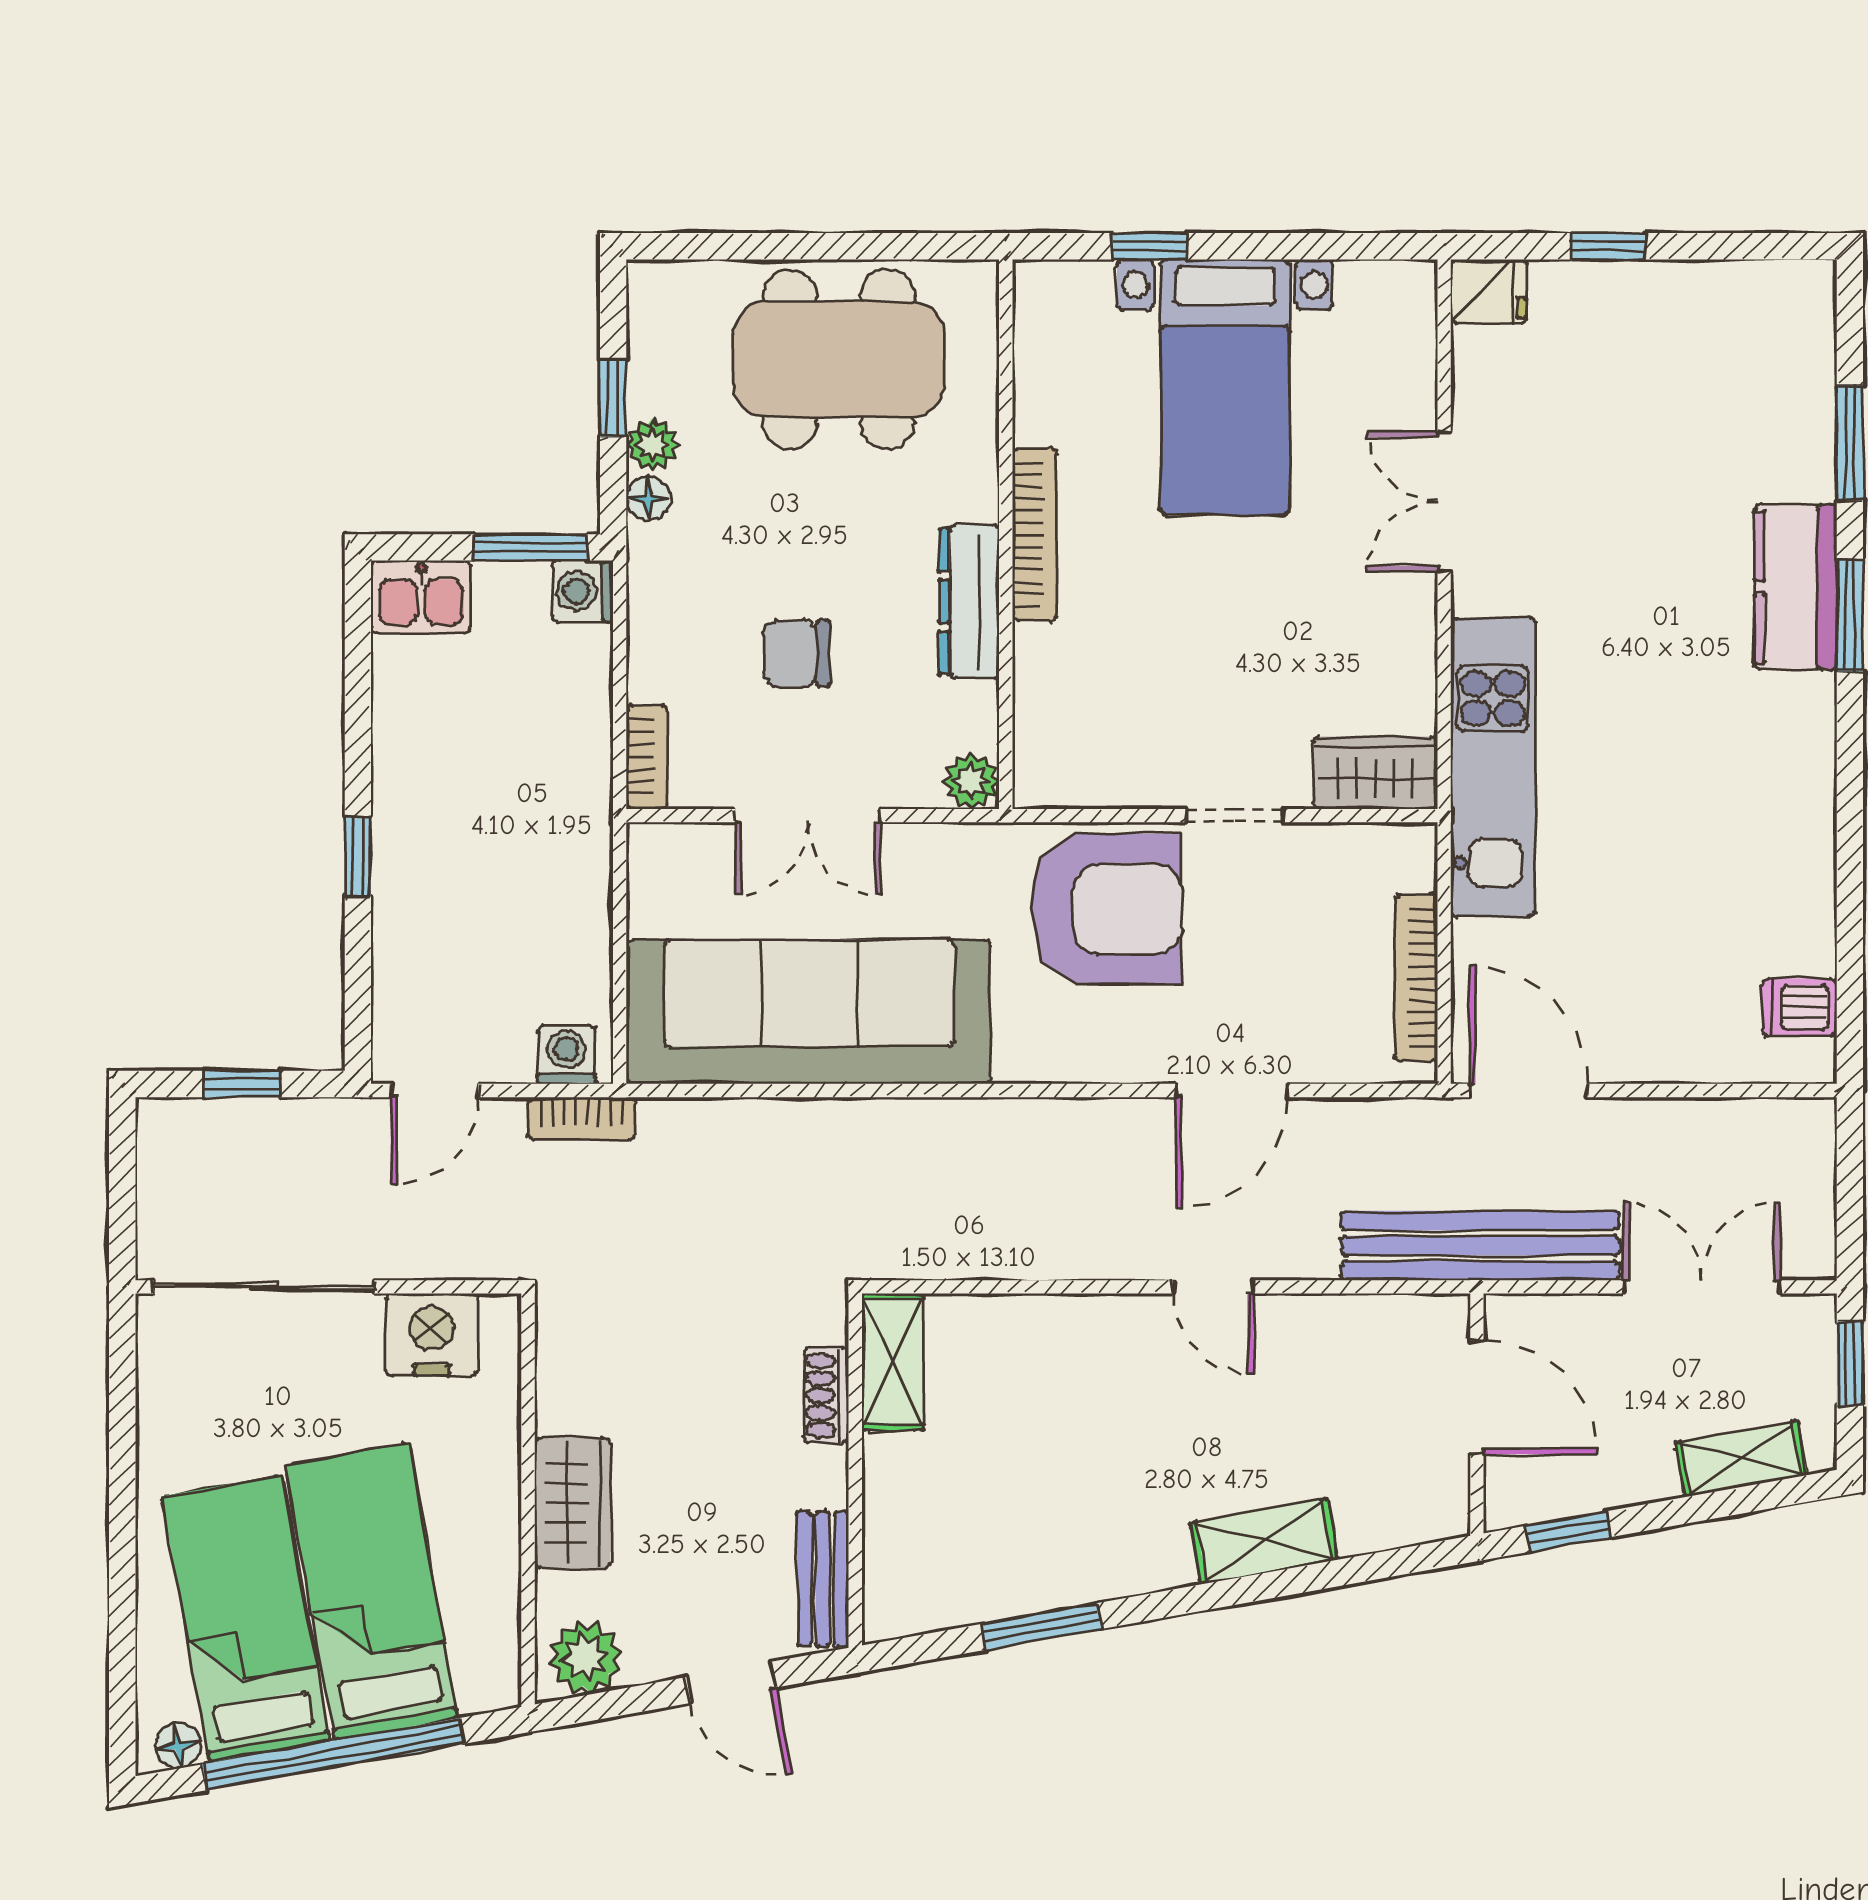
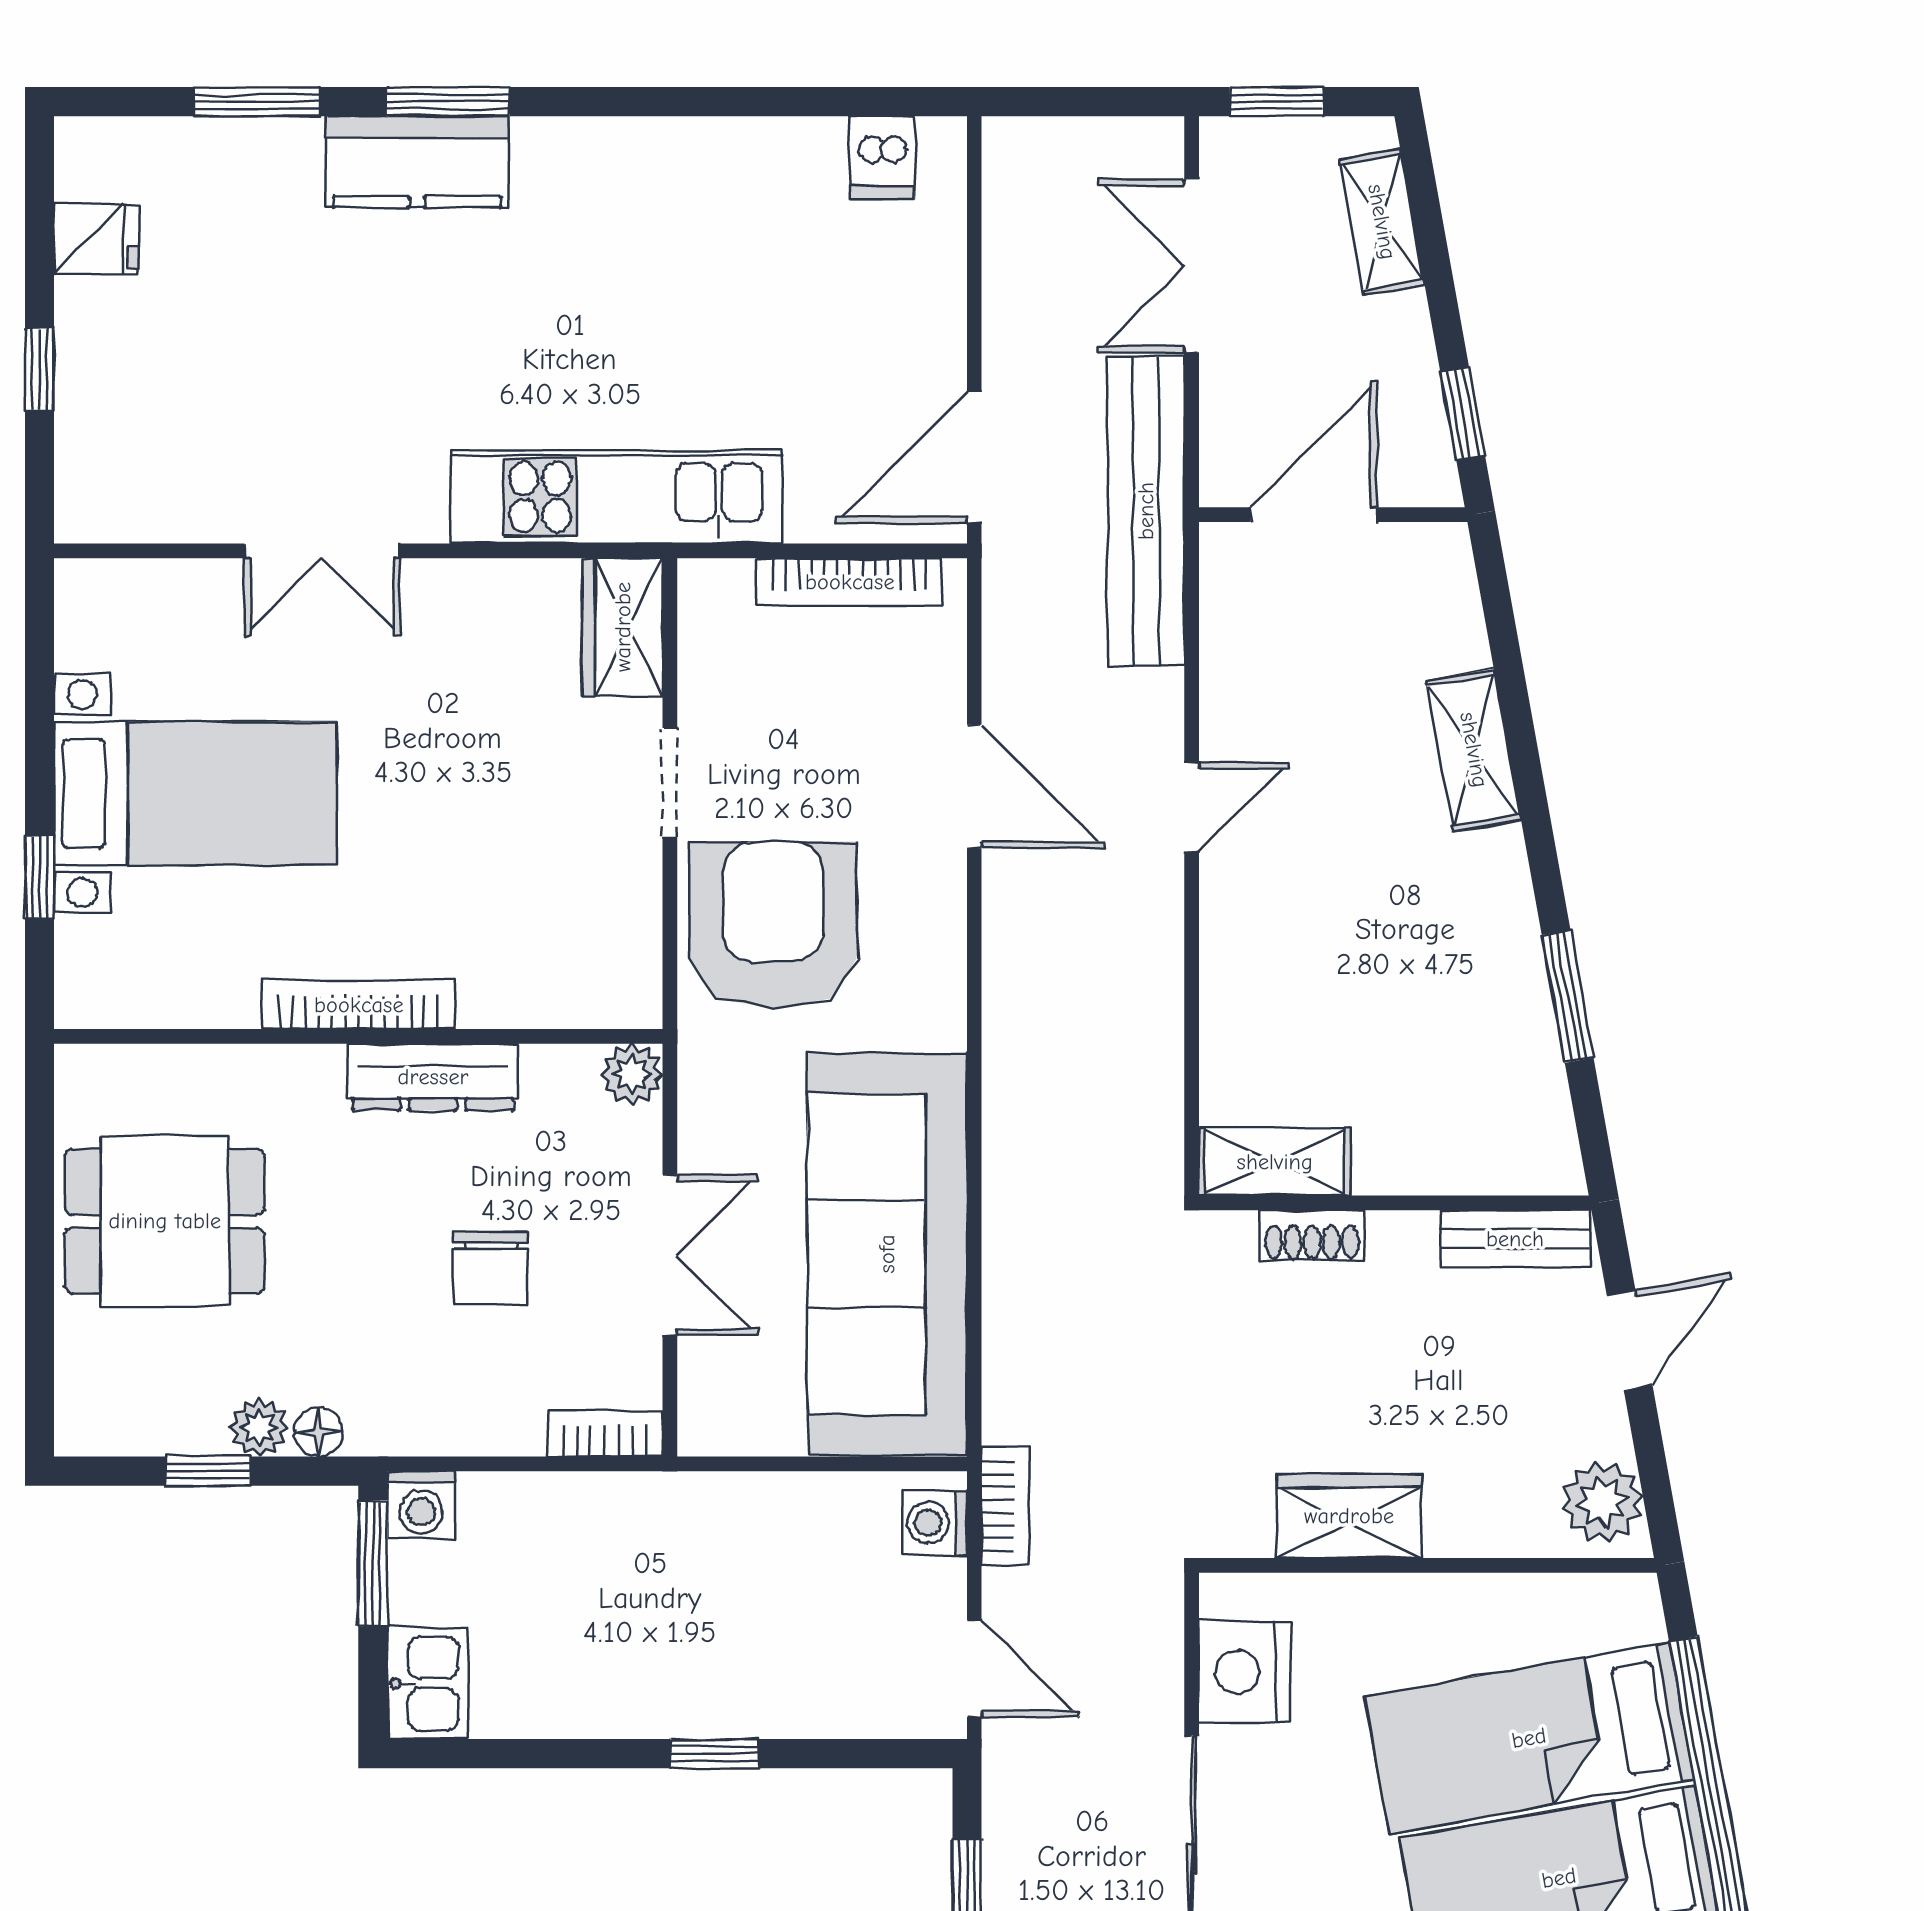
fridge: (1489, 291) -> (96, 239), moved, turned 90
dining table: (839, 359) -> (165, 1221), width x0.73
wardrobe: (572, 1503) -> (1349, 1516), moved

